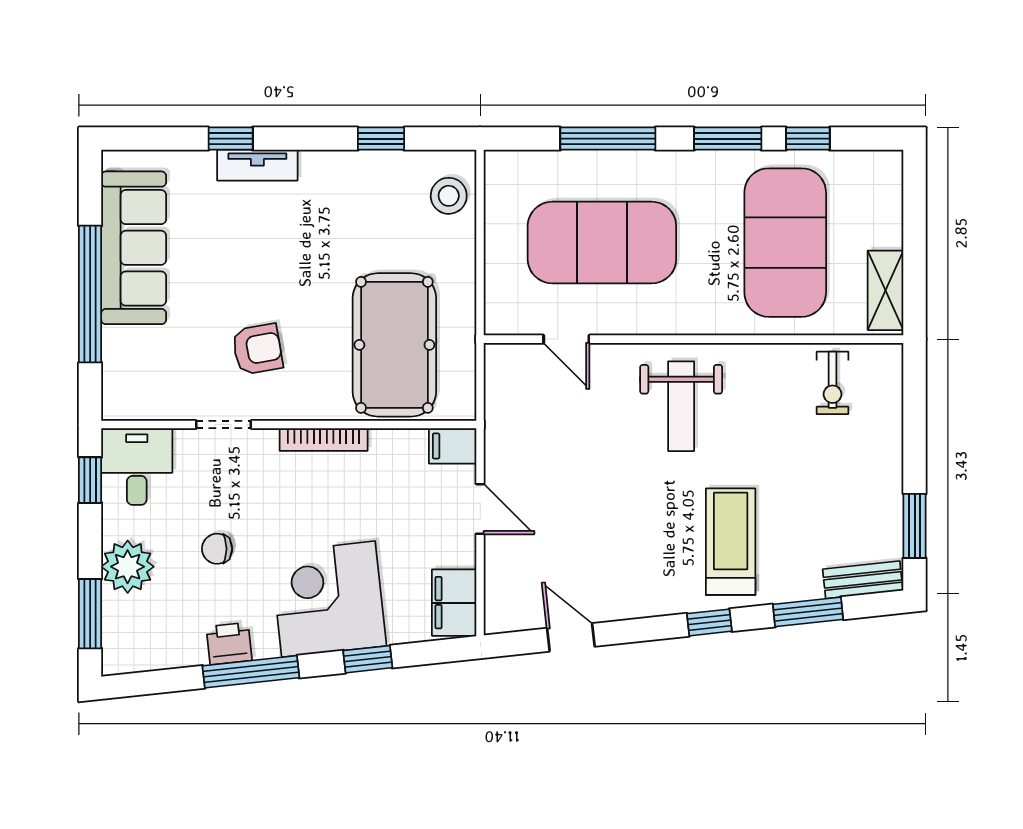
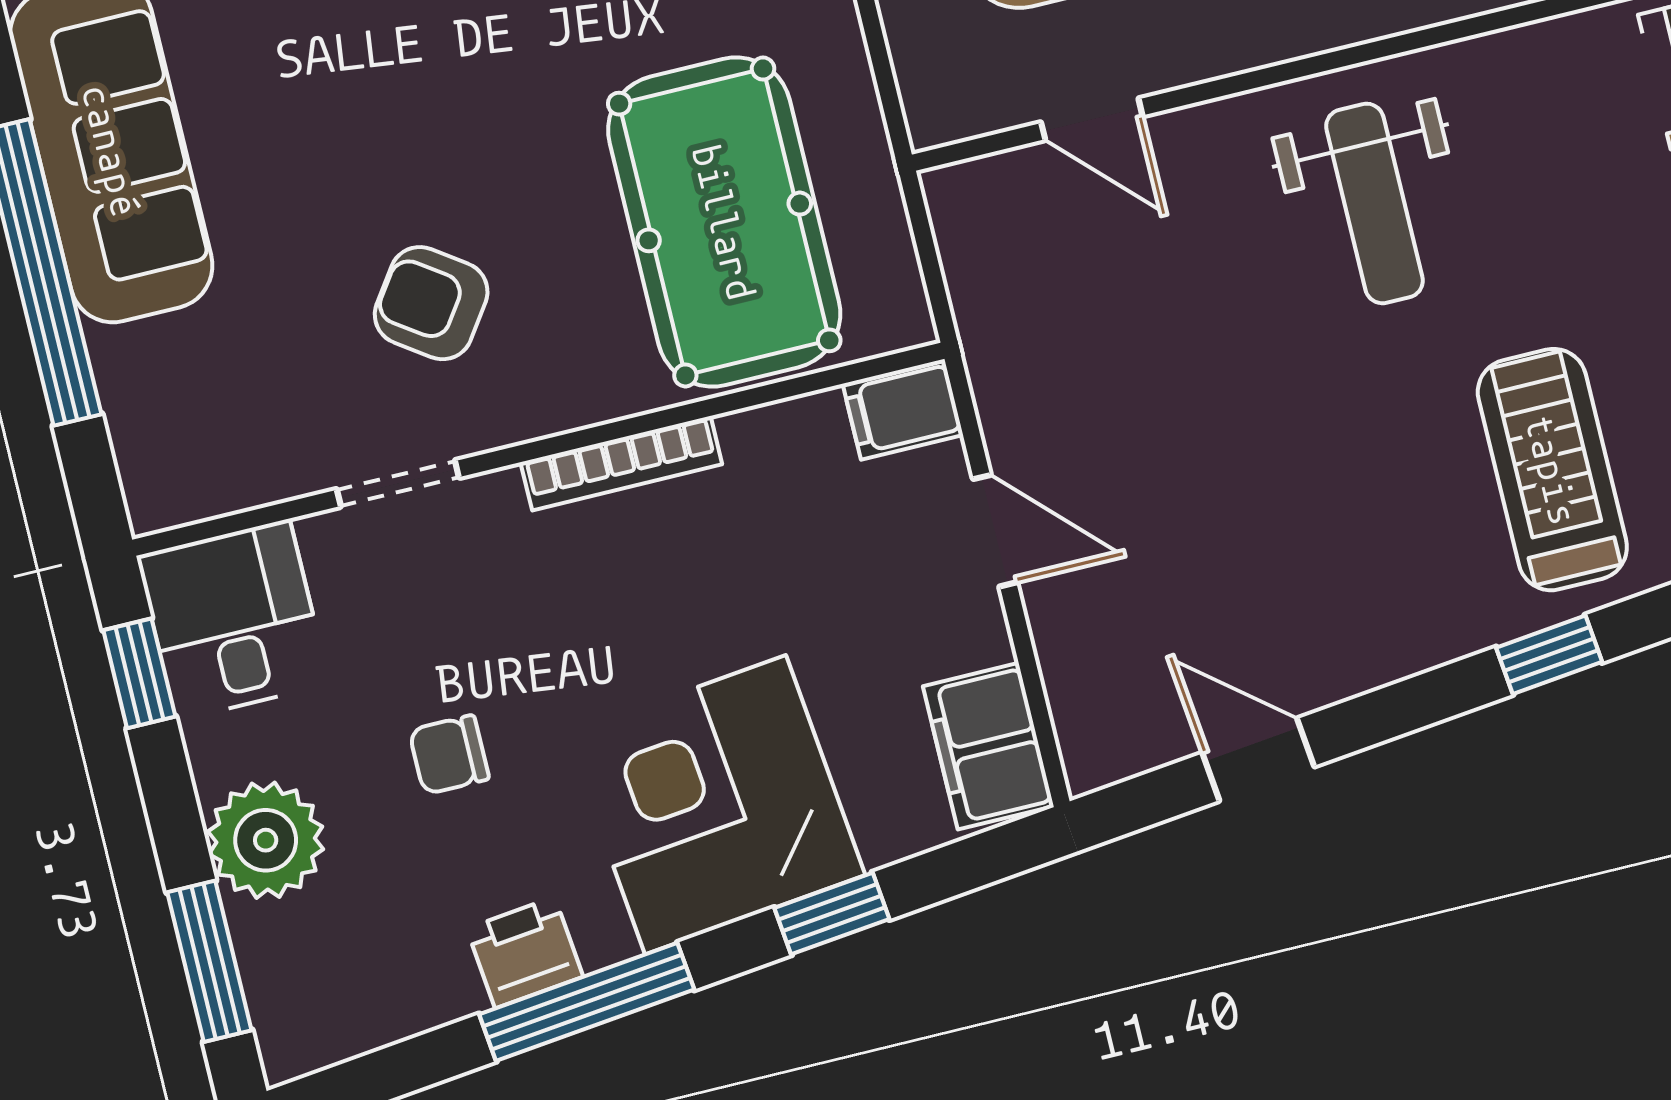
armchair: (257, 349) -> (431, 303), turned -135

